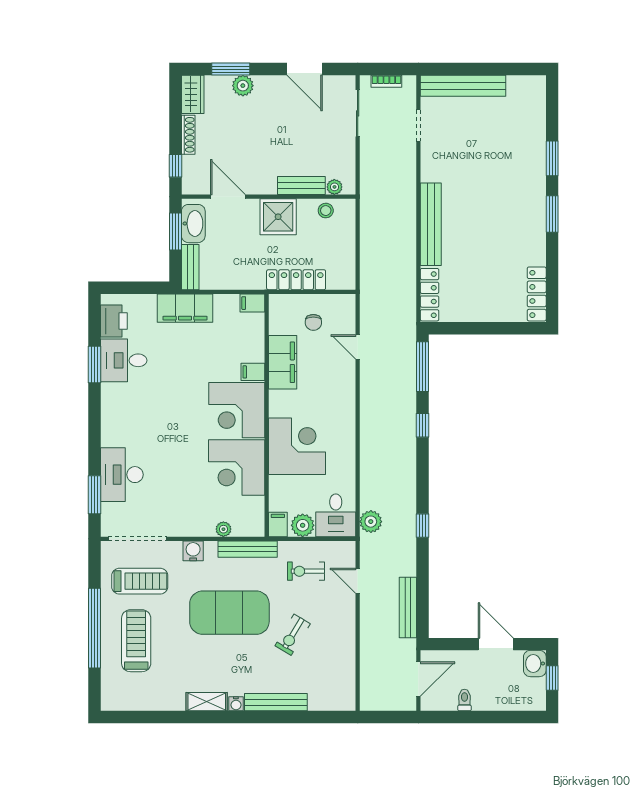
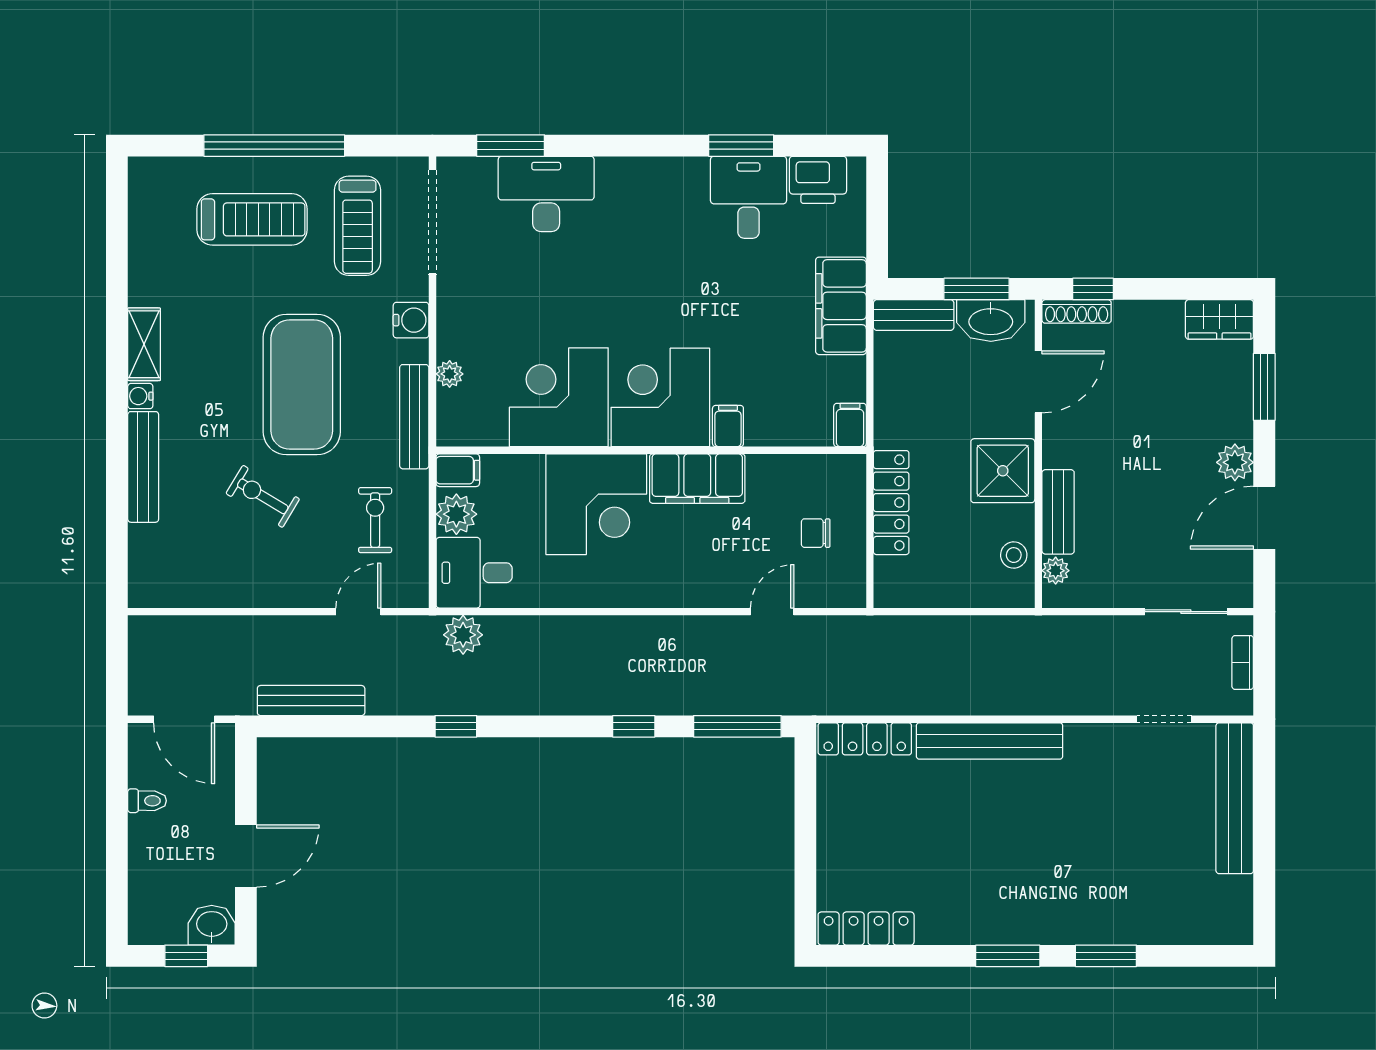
plant: (243, 86) -> (1235, 462), moved
shoe rack: (188, 135) -> (1077, 311), moved
filing cabinet: (283, 362) -> (697, 479), moved

